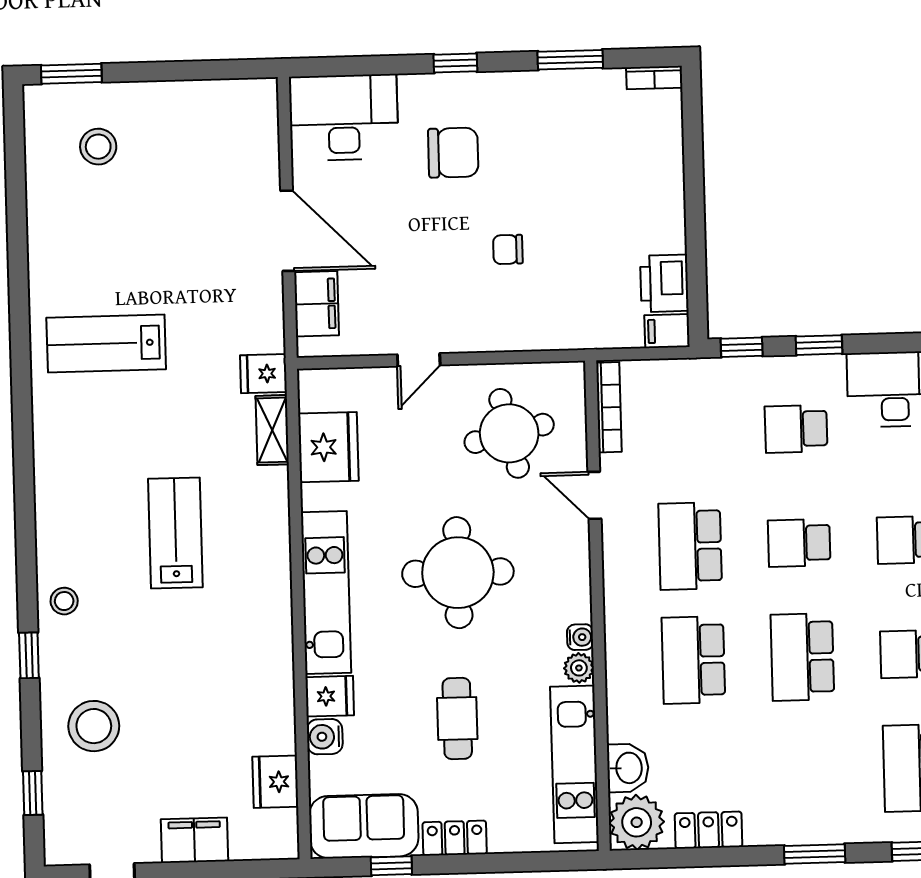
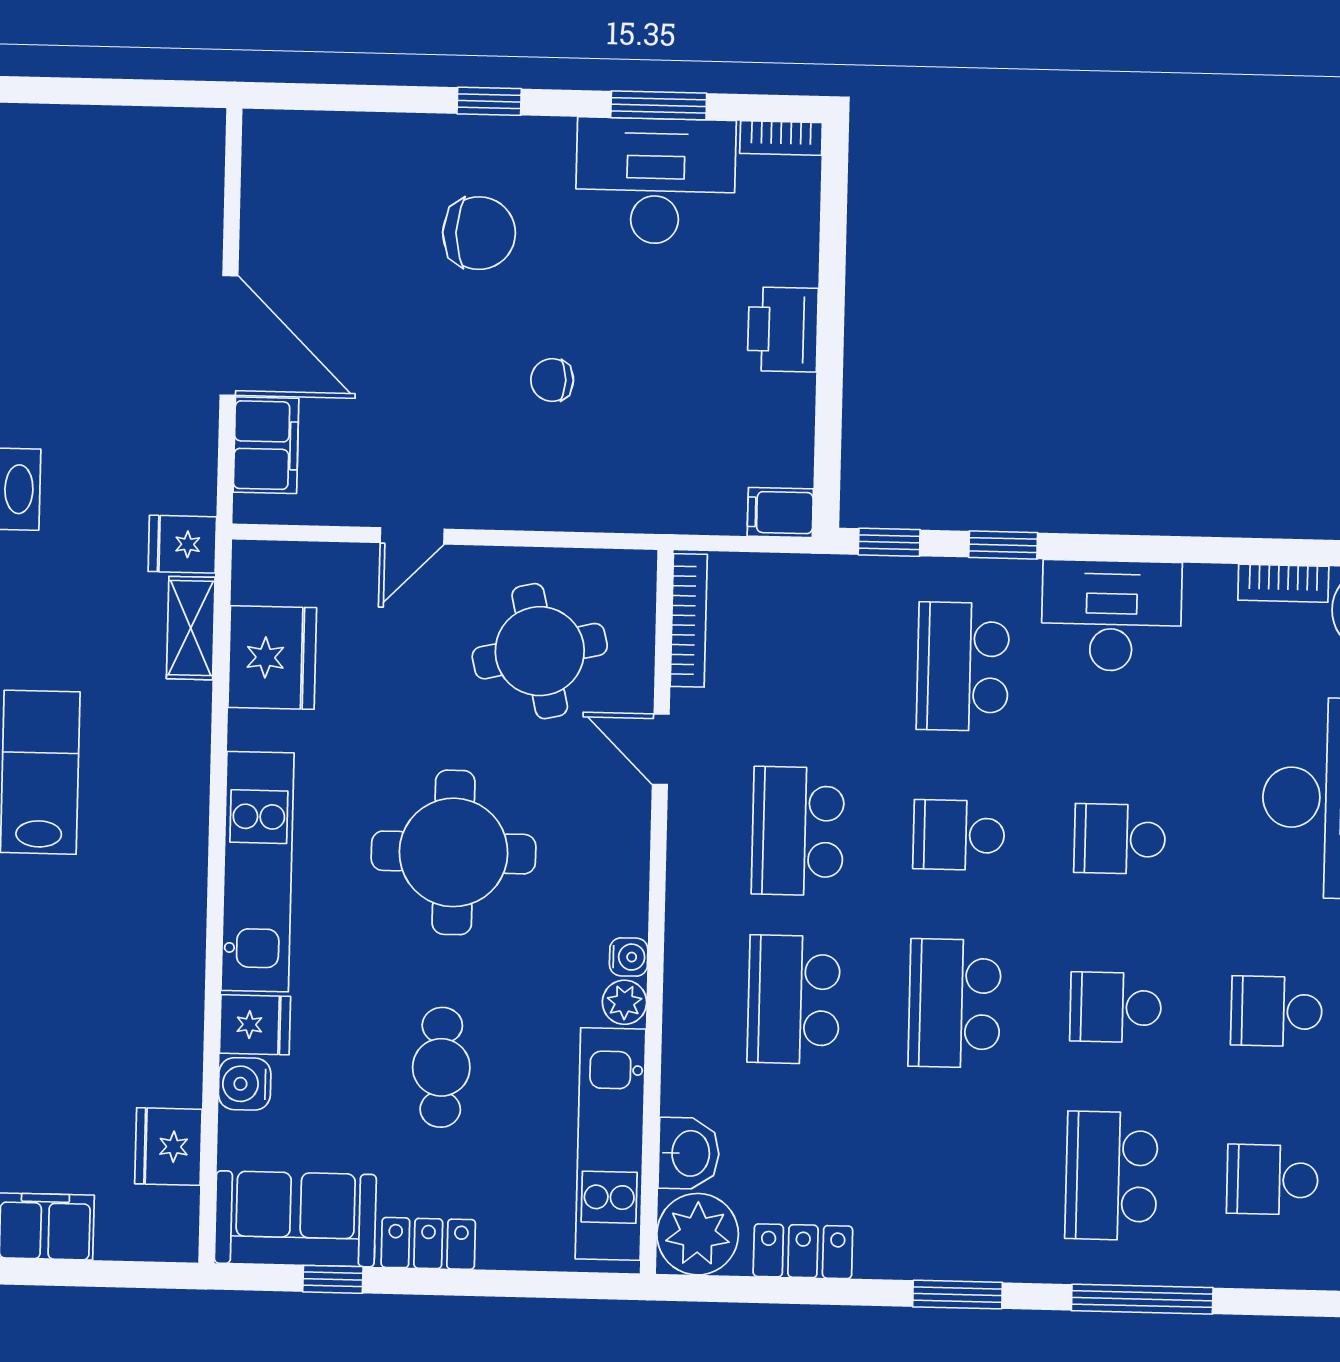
desk: (344, 117) -> (655, 181), moved
printer: (664, 283) -> (783, 329), moved
school desk: (796, 429) -> (963, 667), width x1.85

